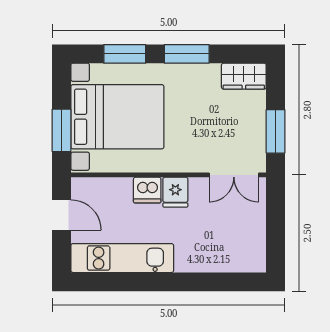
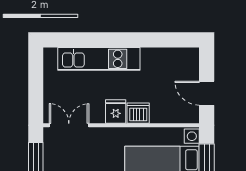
kitchen unit: (122, 258) -> (99, 59), moved

